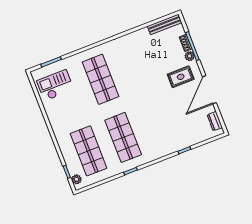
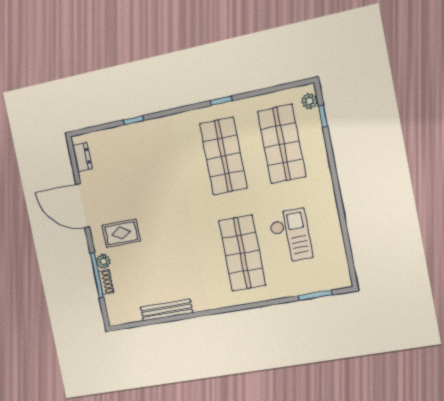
bench: (165, 24) -> (167, 310), moved
checkout: (55, 85) -> (291, 236), moved, turned -90
door: (209, 90) -> (83, 206), swing flipped

